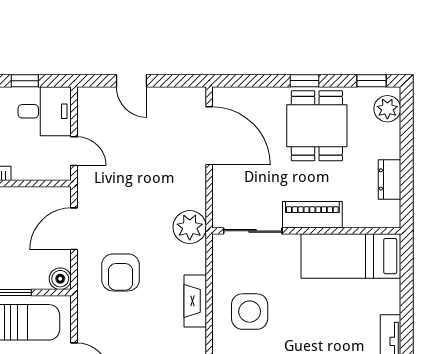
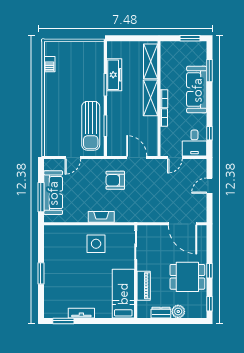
plant: (387, 109) -> (178, 311), moved
door: (209, 136) -> (182, 224), hinge flipped
piano: (312, 215) -> (144, 286), moved
plant: (190, 227) -> (138, 214), removed
boiler: (60, 279) -> (112, 151), removed

